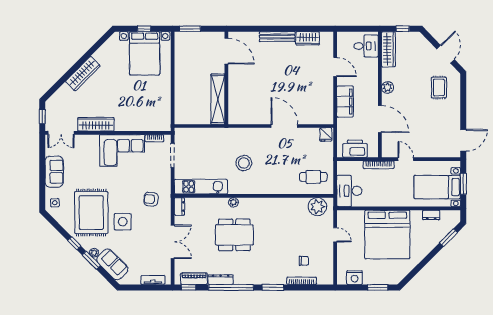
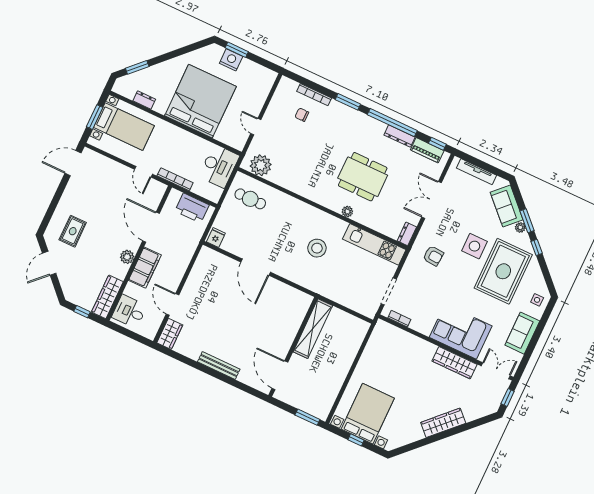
wardrobe: (308, 38) -> (170, 334), moved, turned 90
filing cabinet: (345, 102) -> (145, 268), moved, turned 180
corner sofa: (122, 150) -> (461, 332), moved
nightstand: (355, 278) -> (231, 60), moved
tv unit: (153, 280) -> (477, 172), width x1.41

